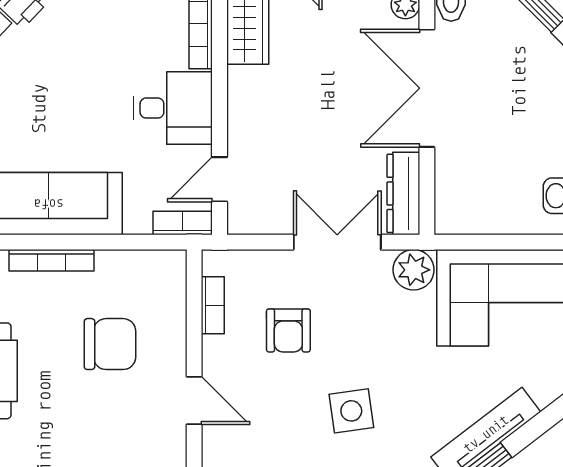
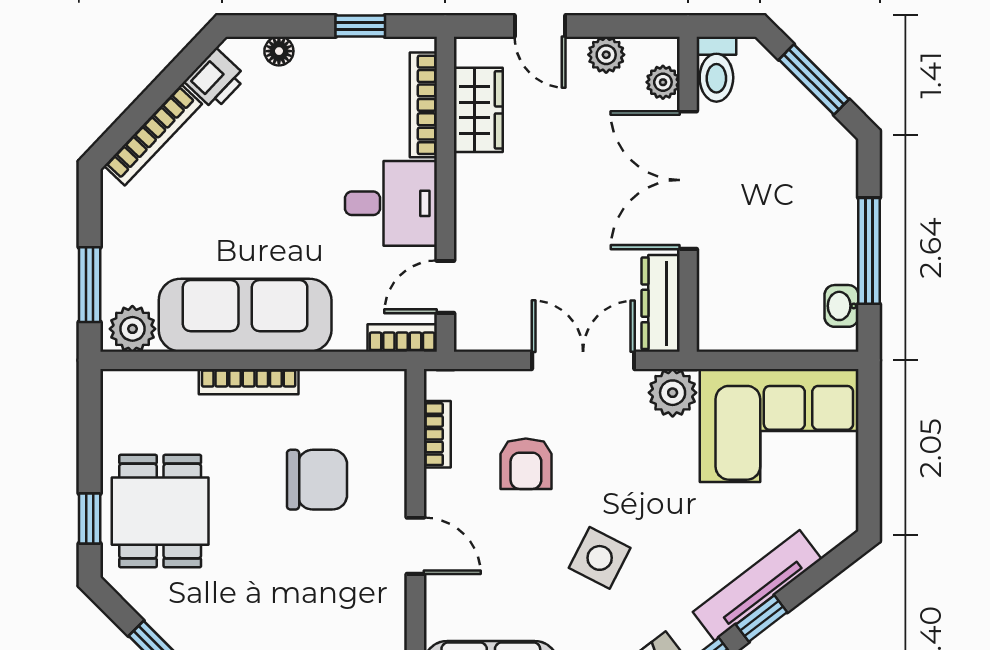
side table: (351, 411) -> (600, 558), turned 35

